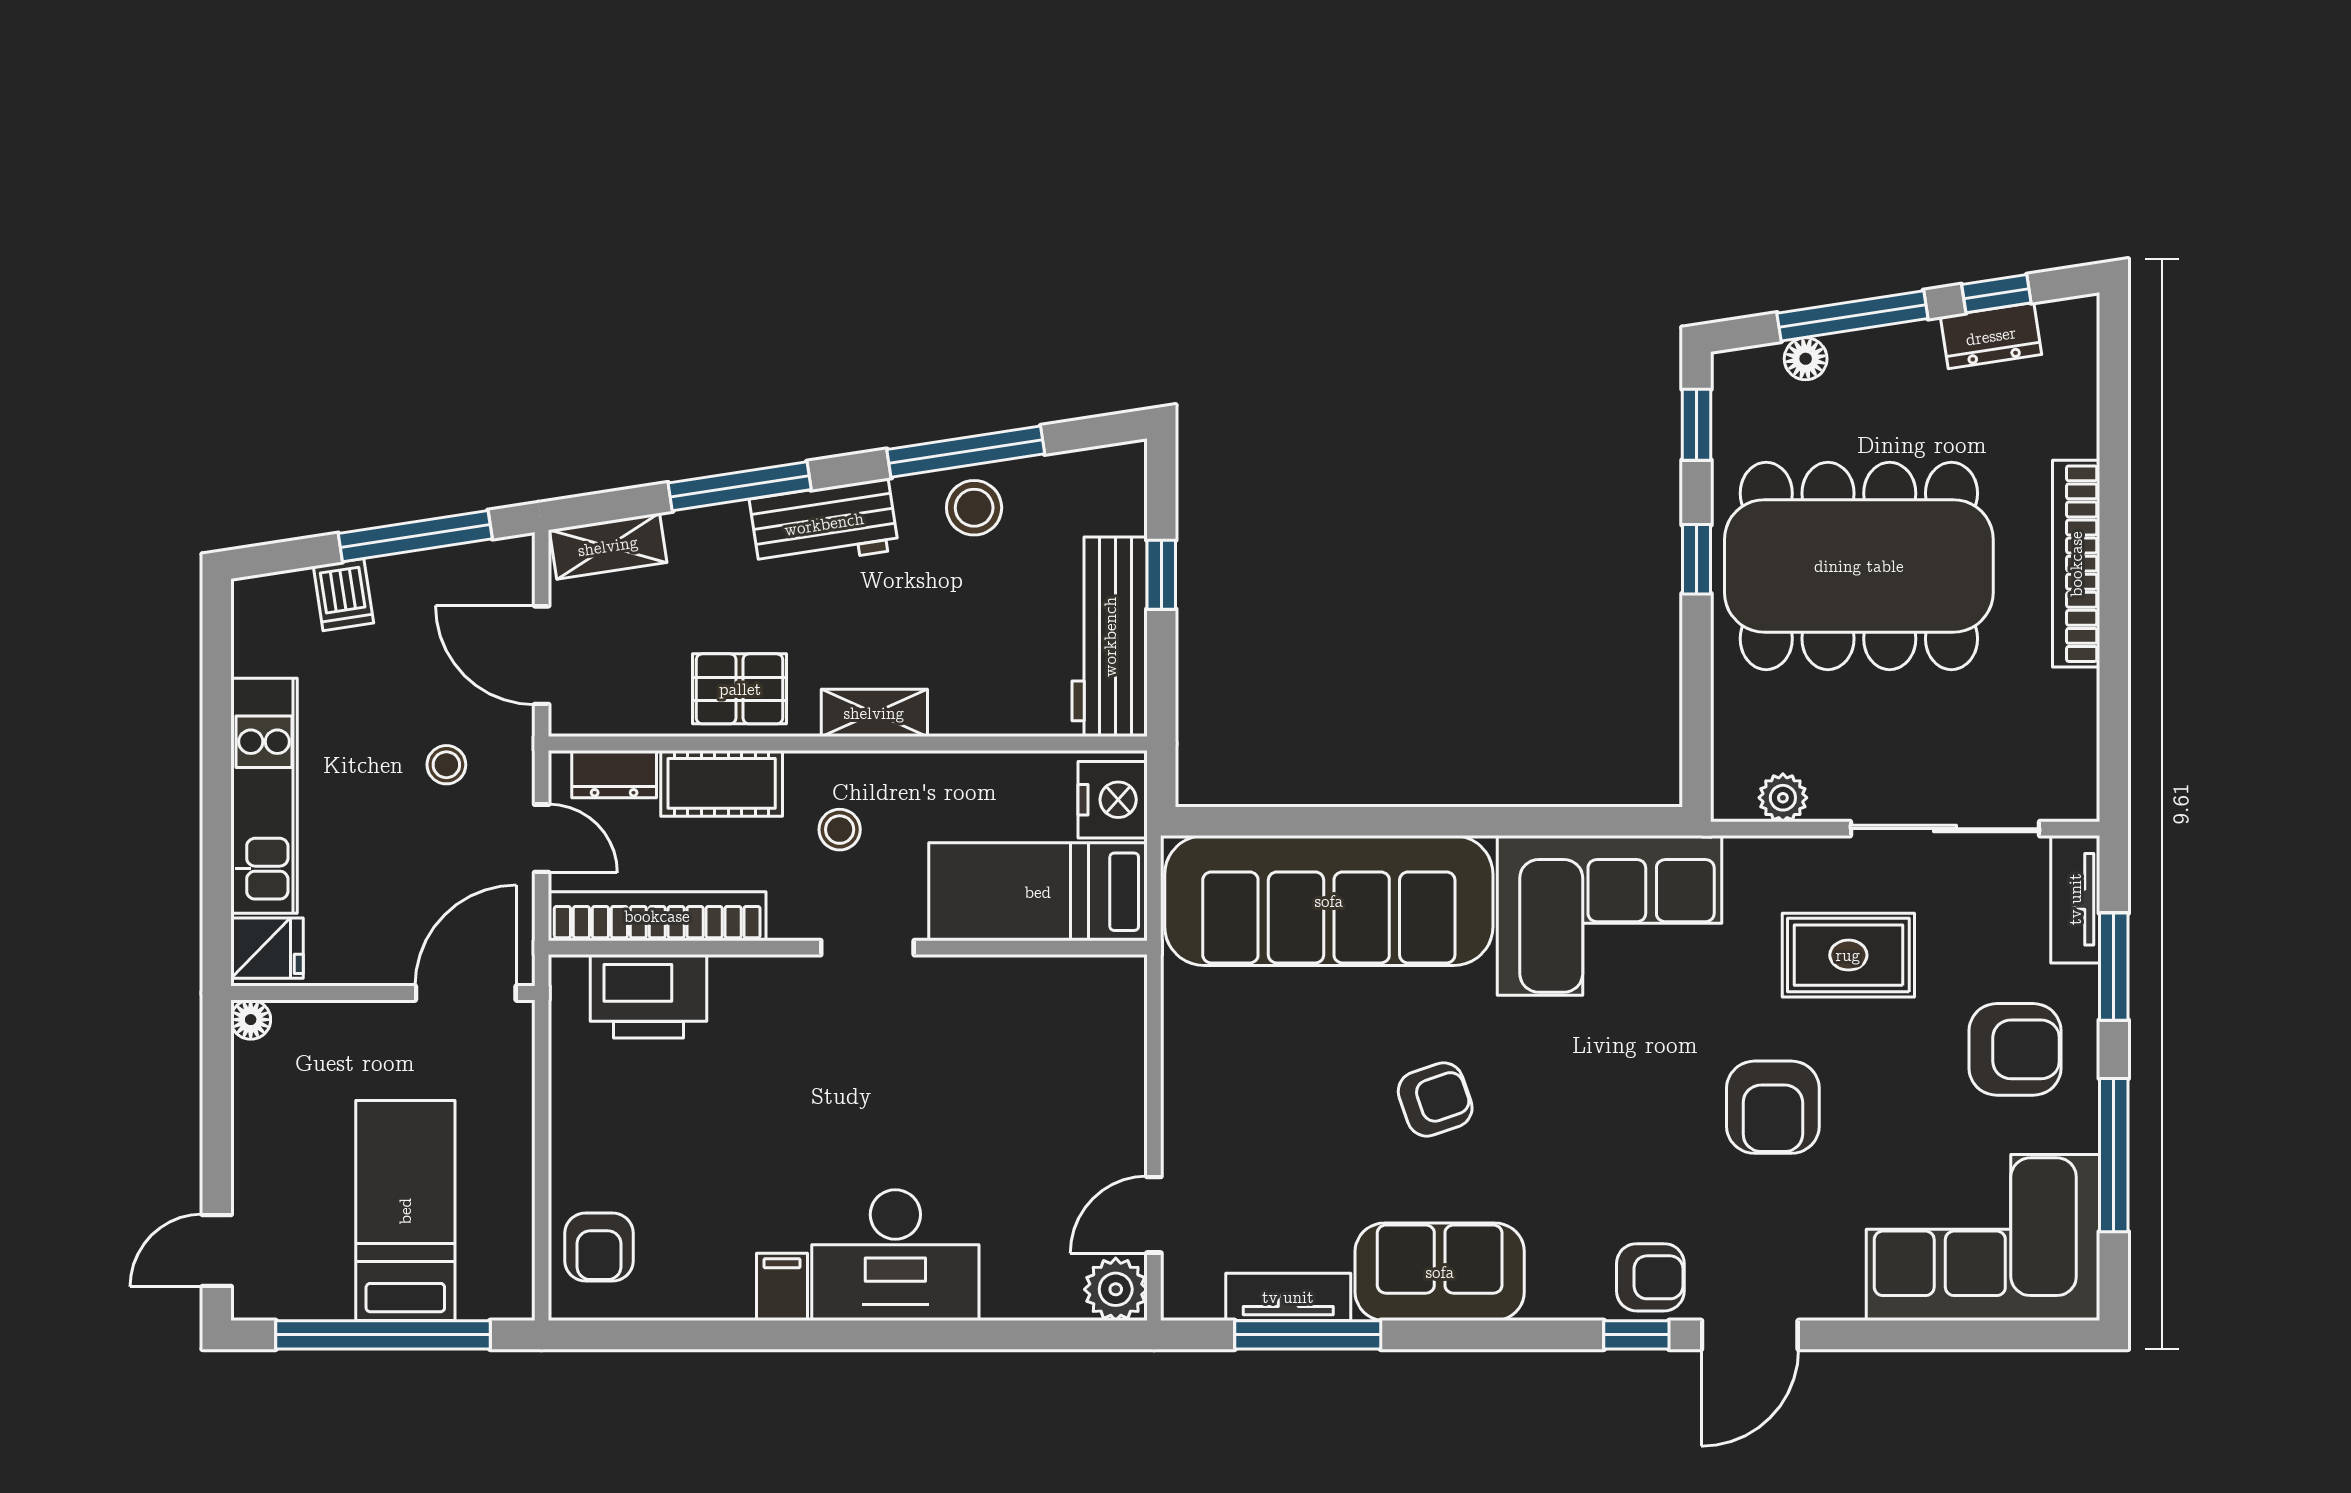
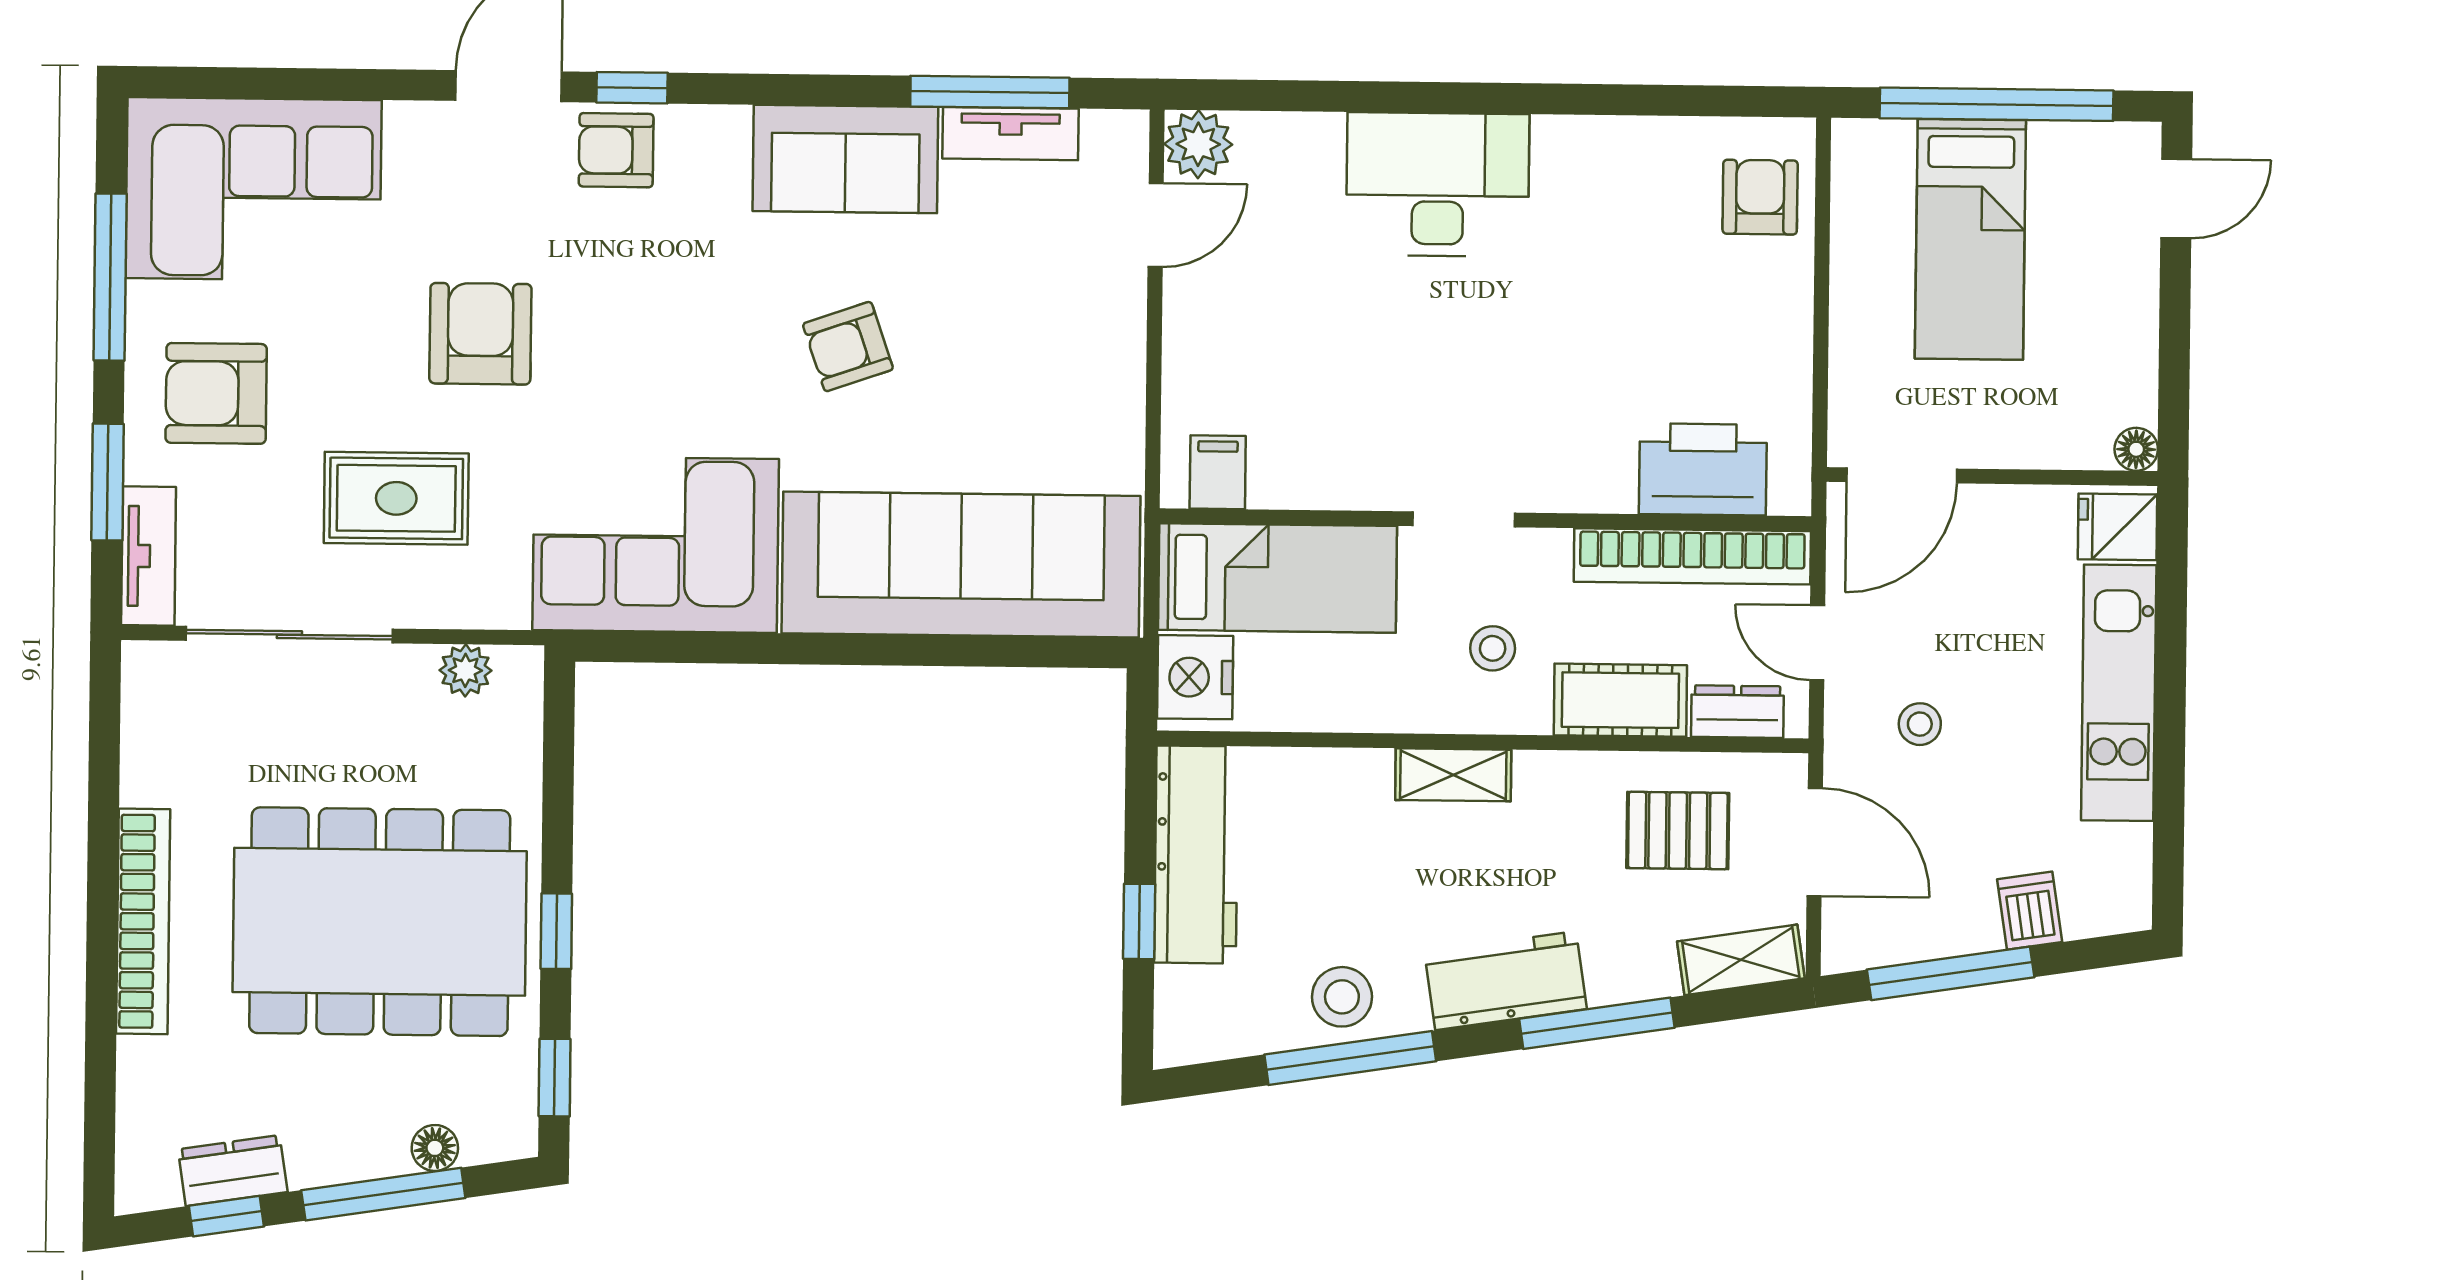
pallet: (740, 689) -> (1678, 831), moved
filing cabinet: (782, 1287) -> (1218, 472), moved, turned 180

